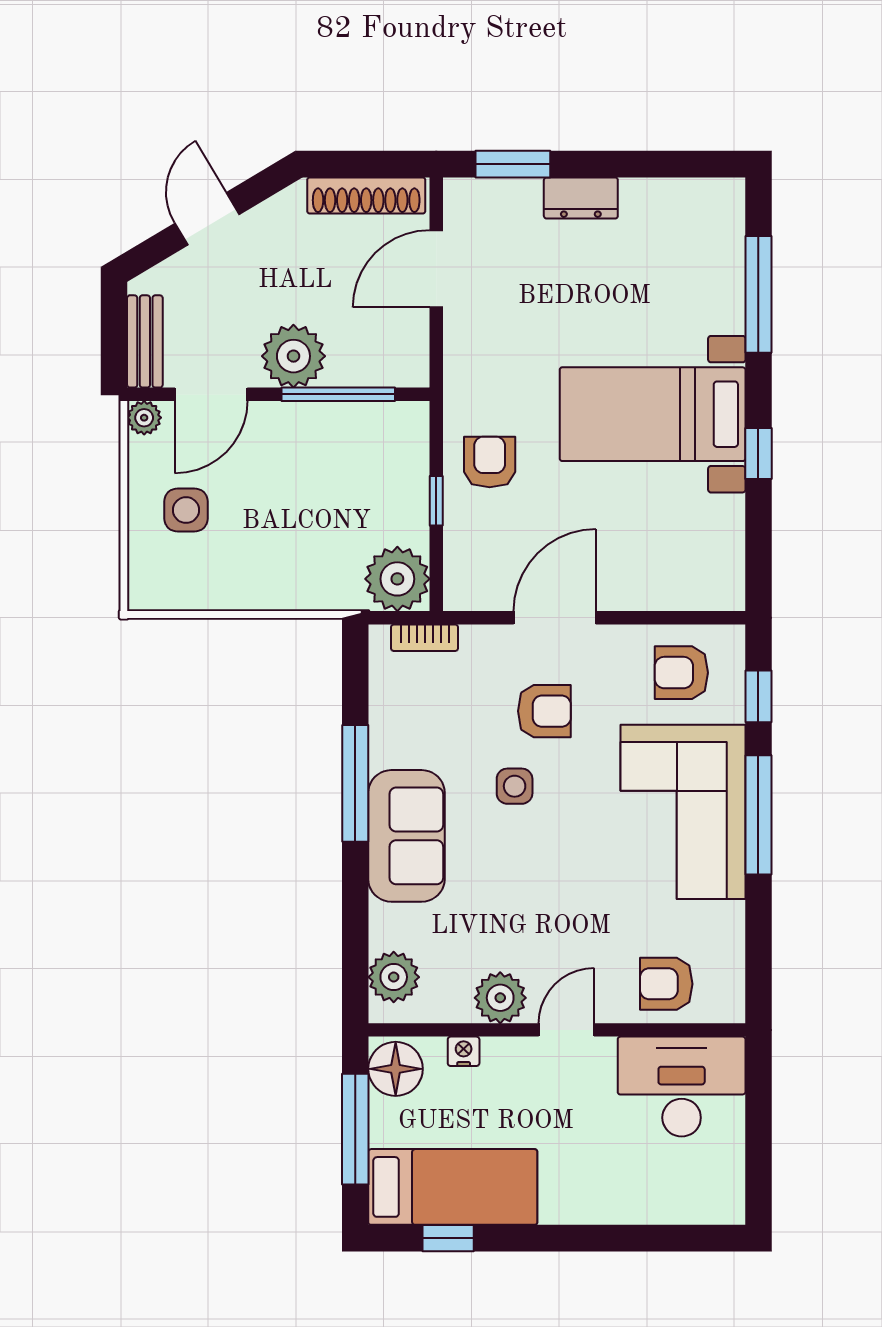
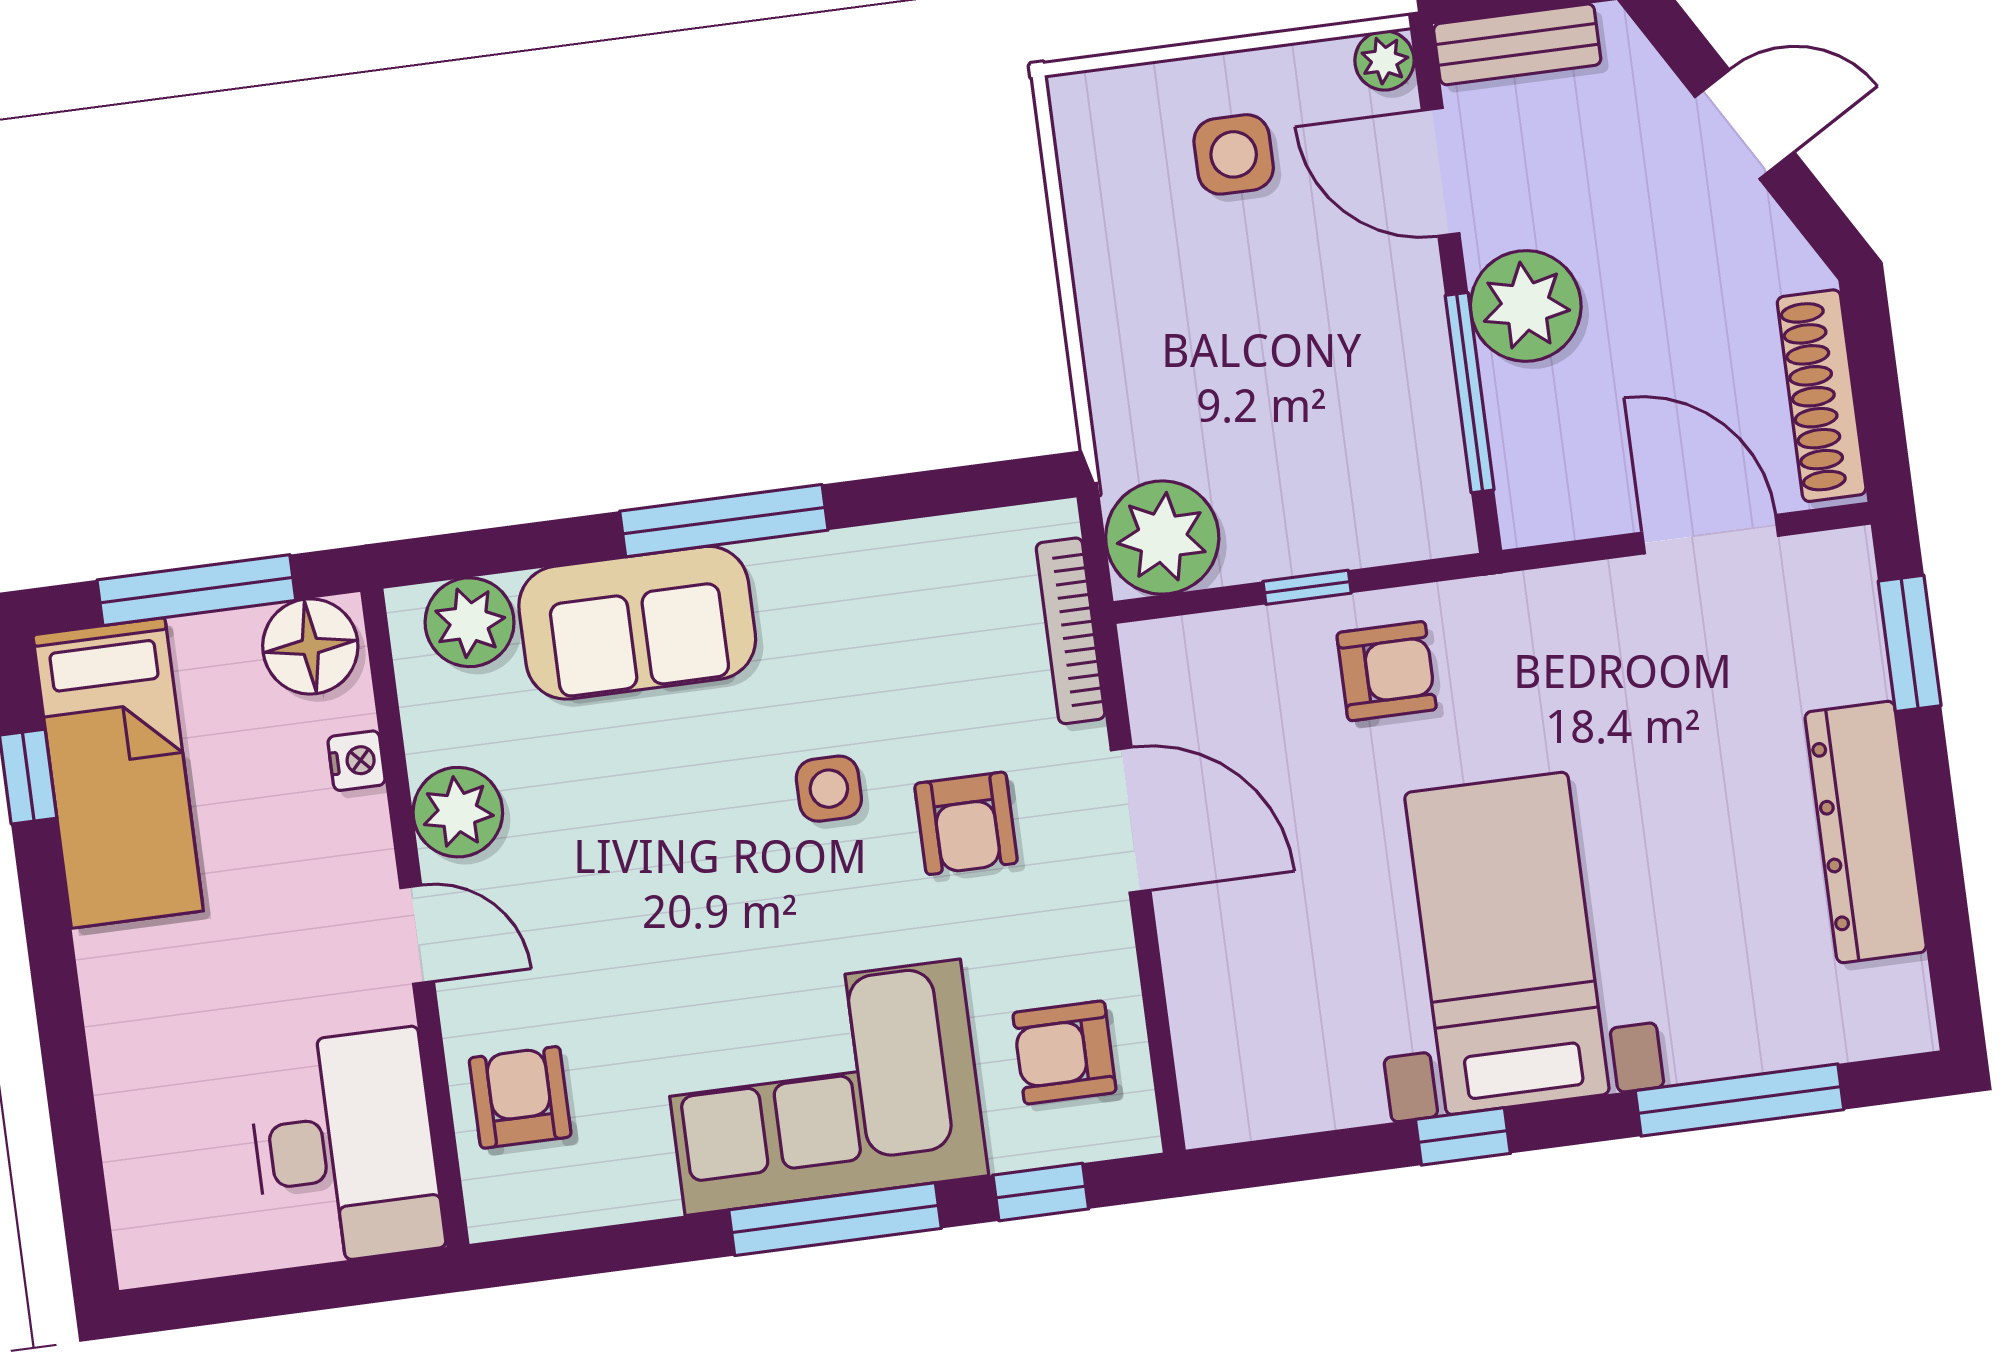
dresser: (581, 198) -> (1866, 832), width x1.96, depth x1.24
bookcase: (425, 638) -> (1071, 631), width x1.56
armchair: (681, 673) -> (1064, 1052), turned -90
window: (355, 783) -> (724, 521), moved
sofa: (406, 836) -> (637, 623), moved

